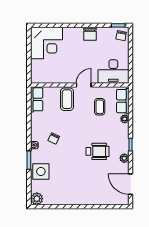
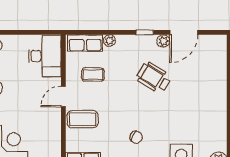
door: (84, 85) -> (63, 97), hinge flipped
wheelchair: (97, 151) -> (154, 78), turned -58
door: (131, 184) -> (184, 32), moved

